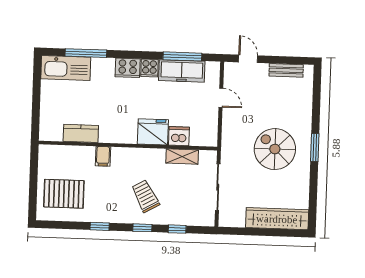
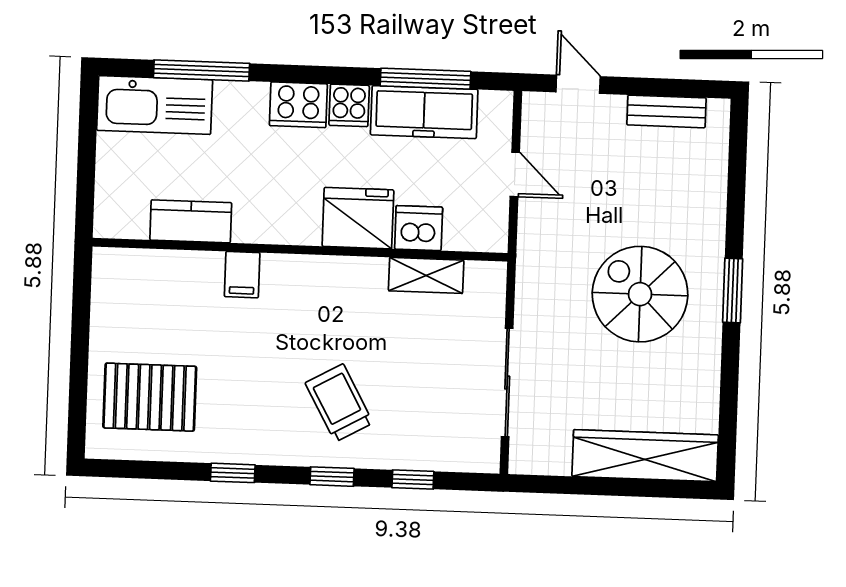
fridge: (153, 132) -> (358, 218), moved
kitchen counter: (81, 133) -> (191, 221), moved
dishwasher: (179, 136) -> (419, 228), moved
wall: (128, 146) -> (300, 250), moved
filing cabinet: (103, 156) -> (242, 275), moved
shelving: (182, 156) -> (426, 275), moved

